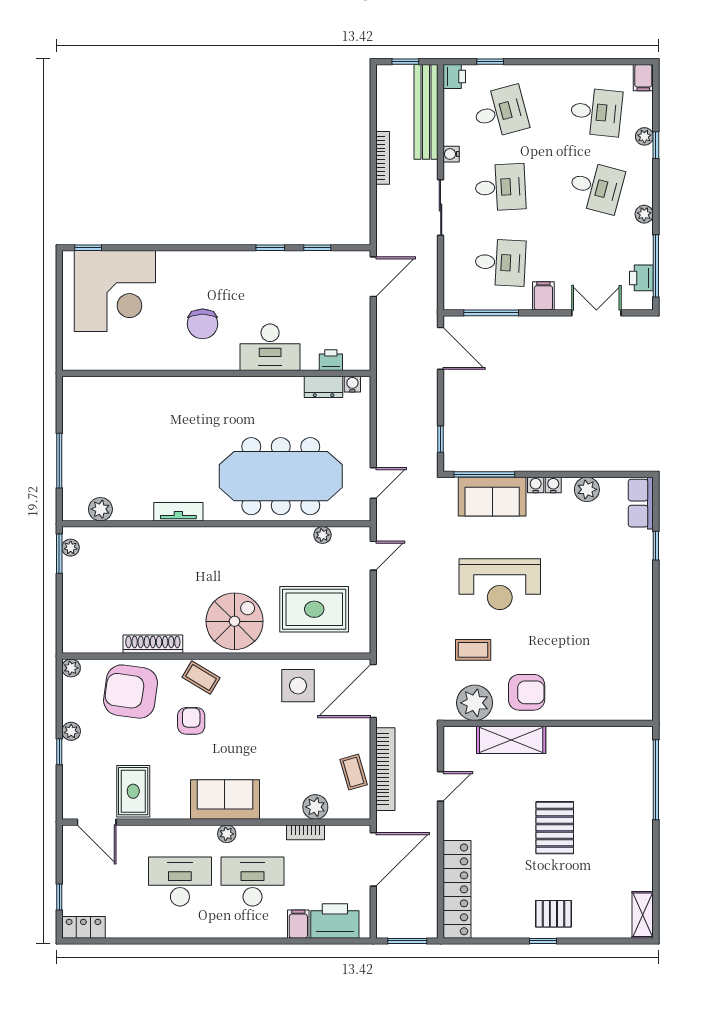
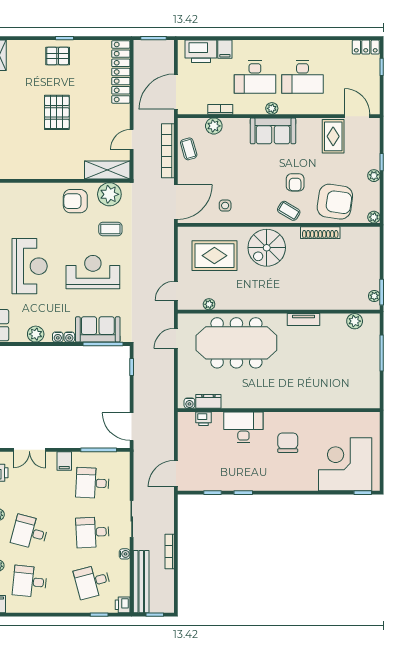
reception desk: (596, 593) -> (30, 266), added
side table: (298, 686) -> (225, 206), width x0.54, depth x0.54
shelving: (511, 740) -> (107, 170), moved

